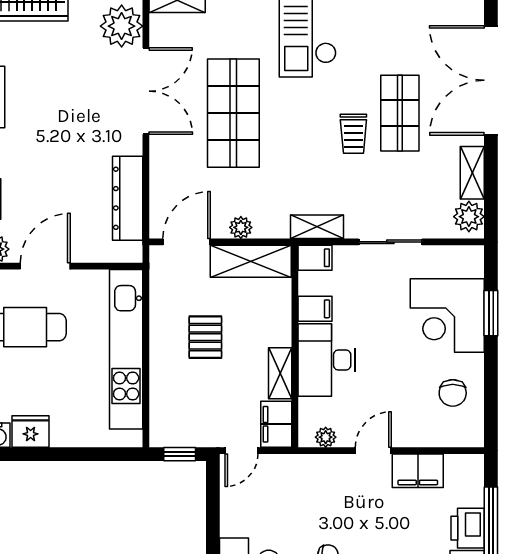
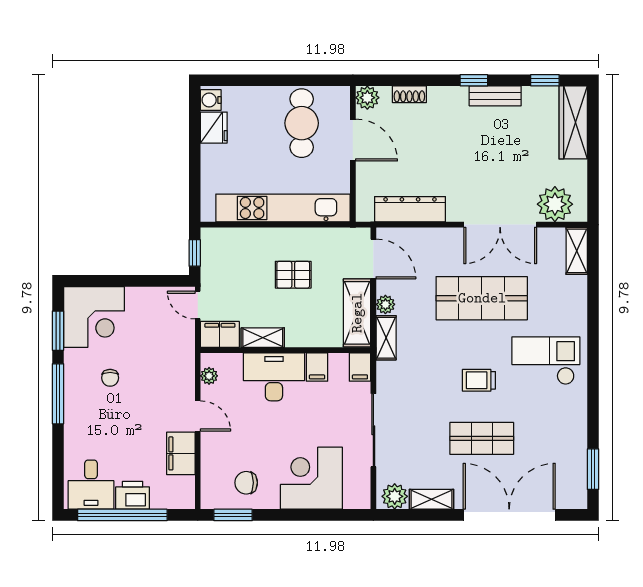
trolley: (353, 134) -> (479, 380), moved
shelving: (317, 227) -> (386, 338), moved
sliding door: (390, 242) -> (373, 430), width x1.37
window: (491, 313) -> (233, 515), moved

